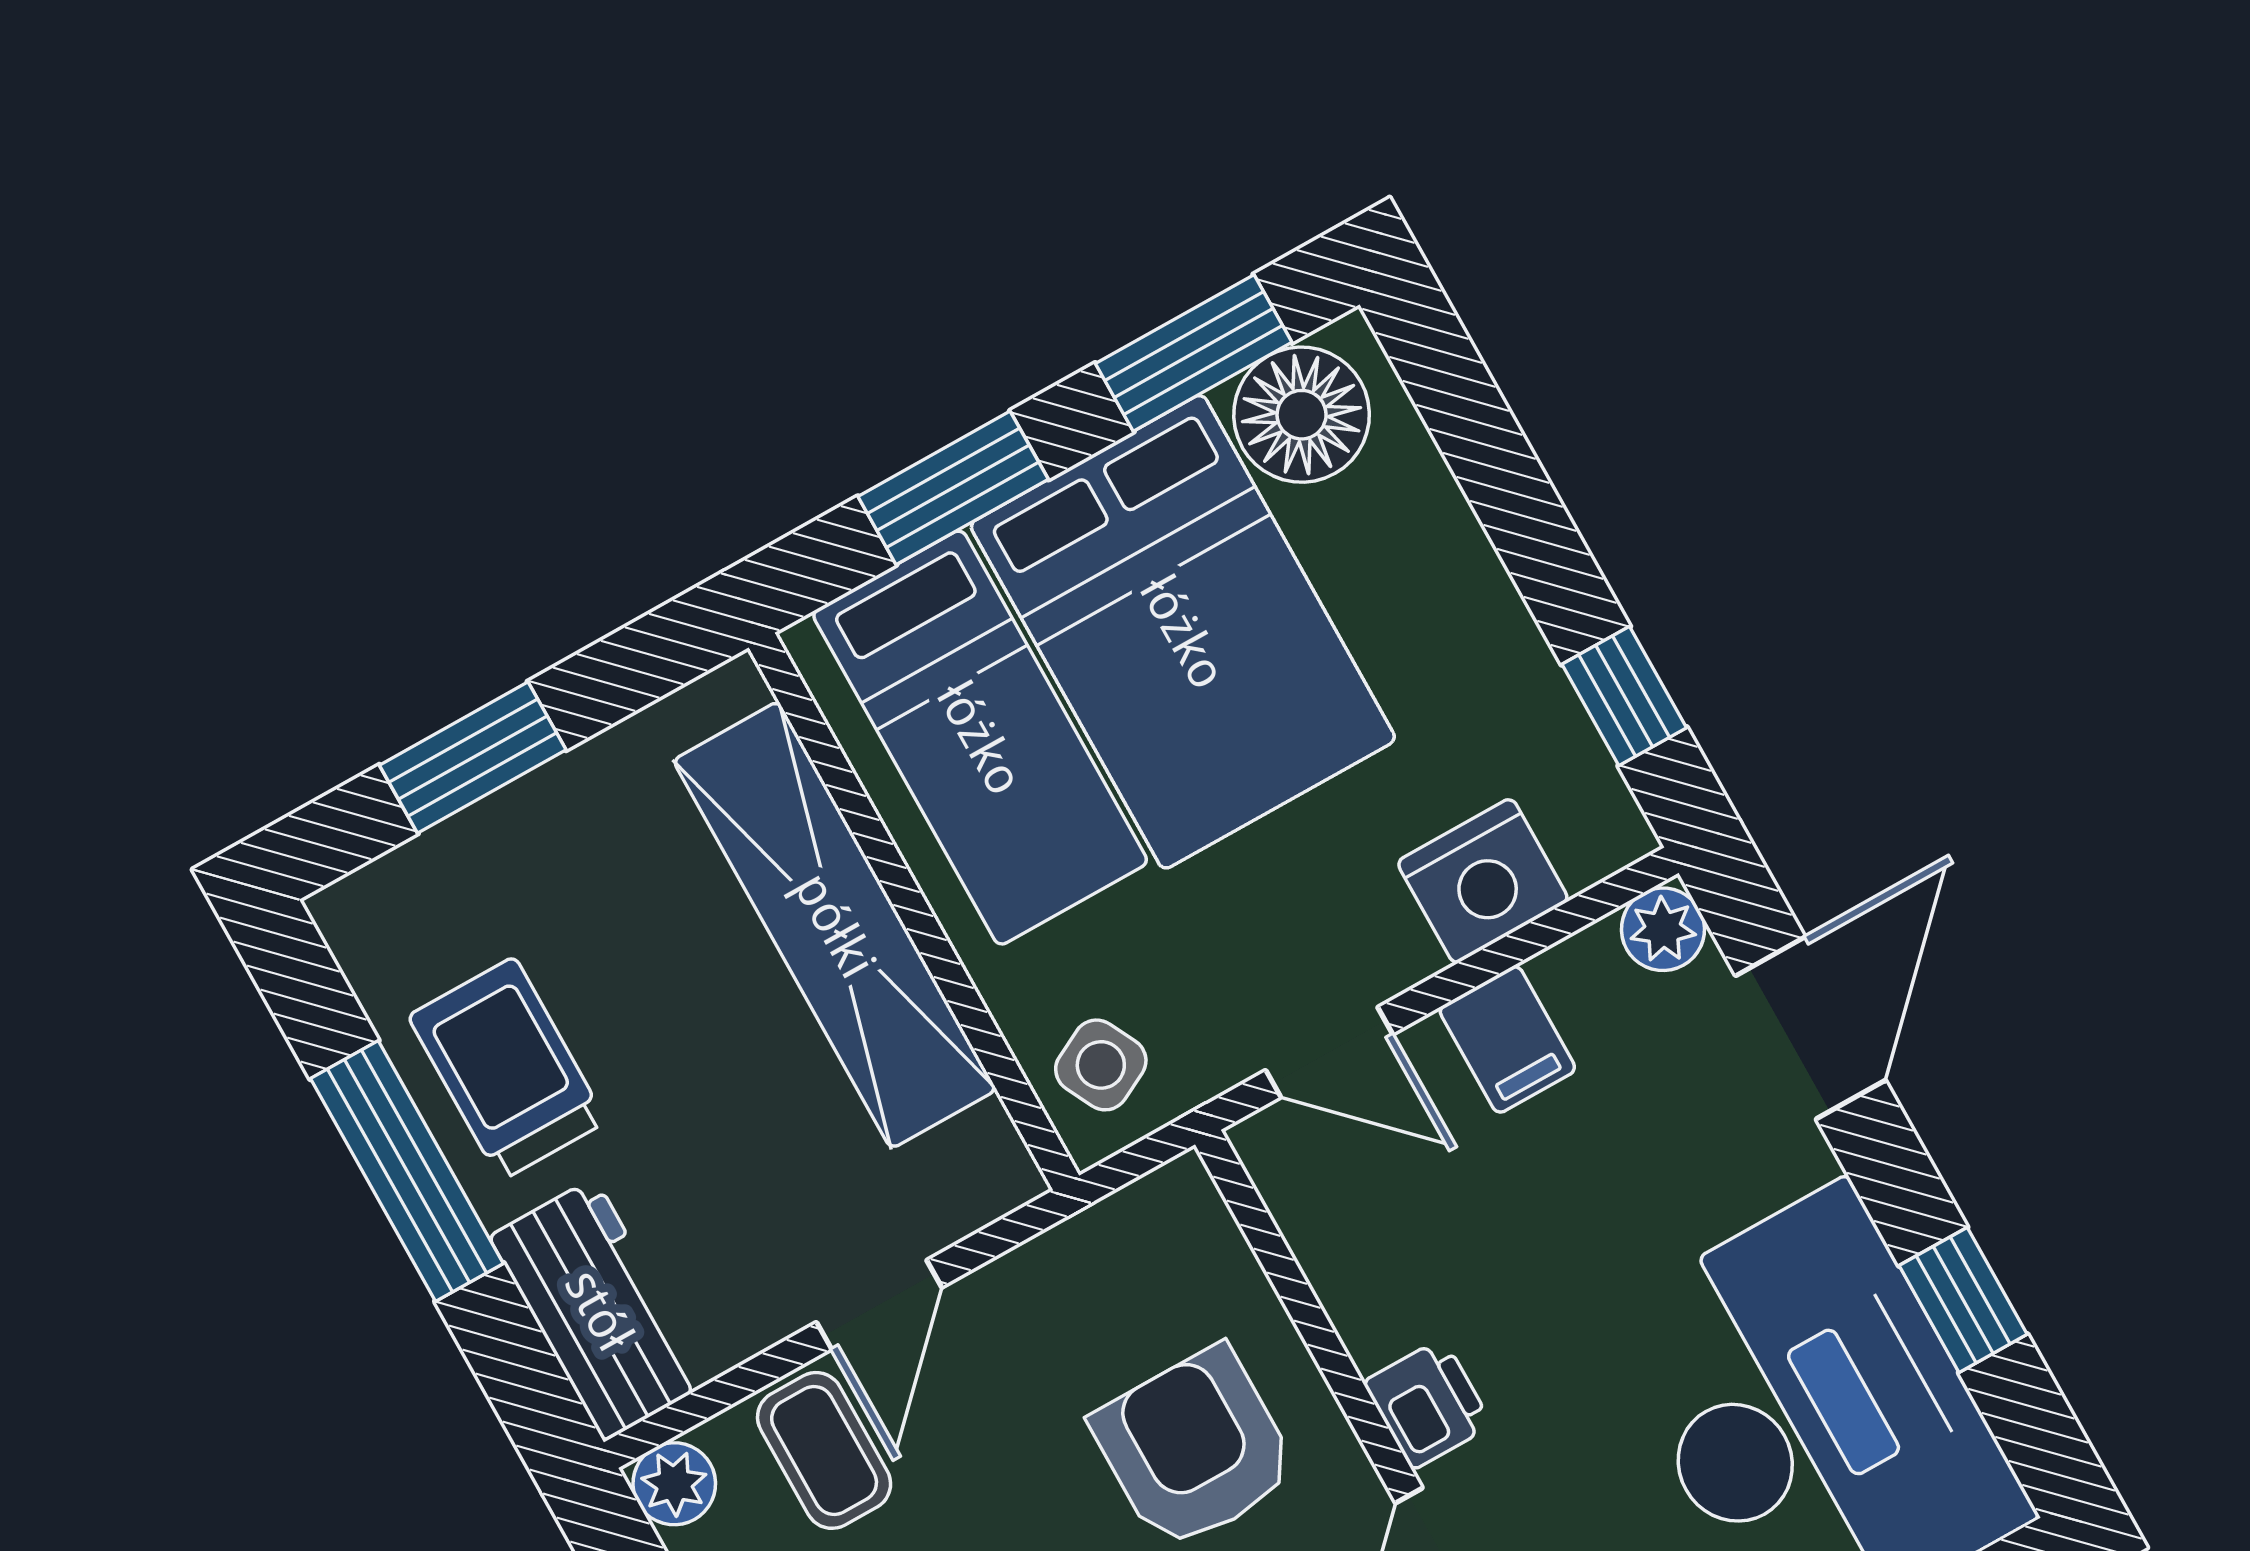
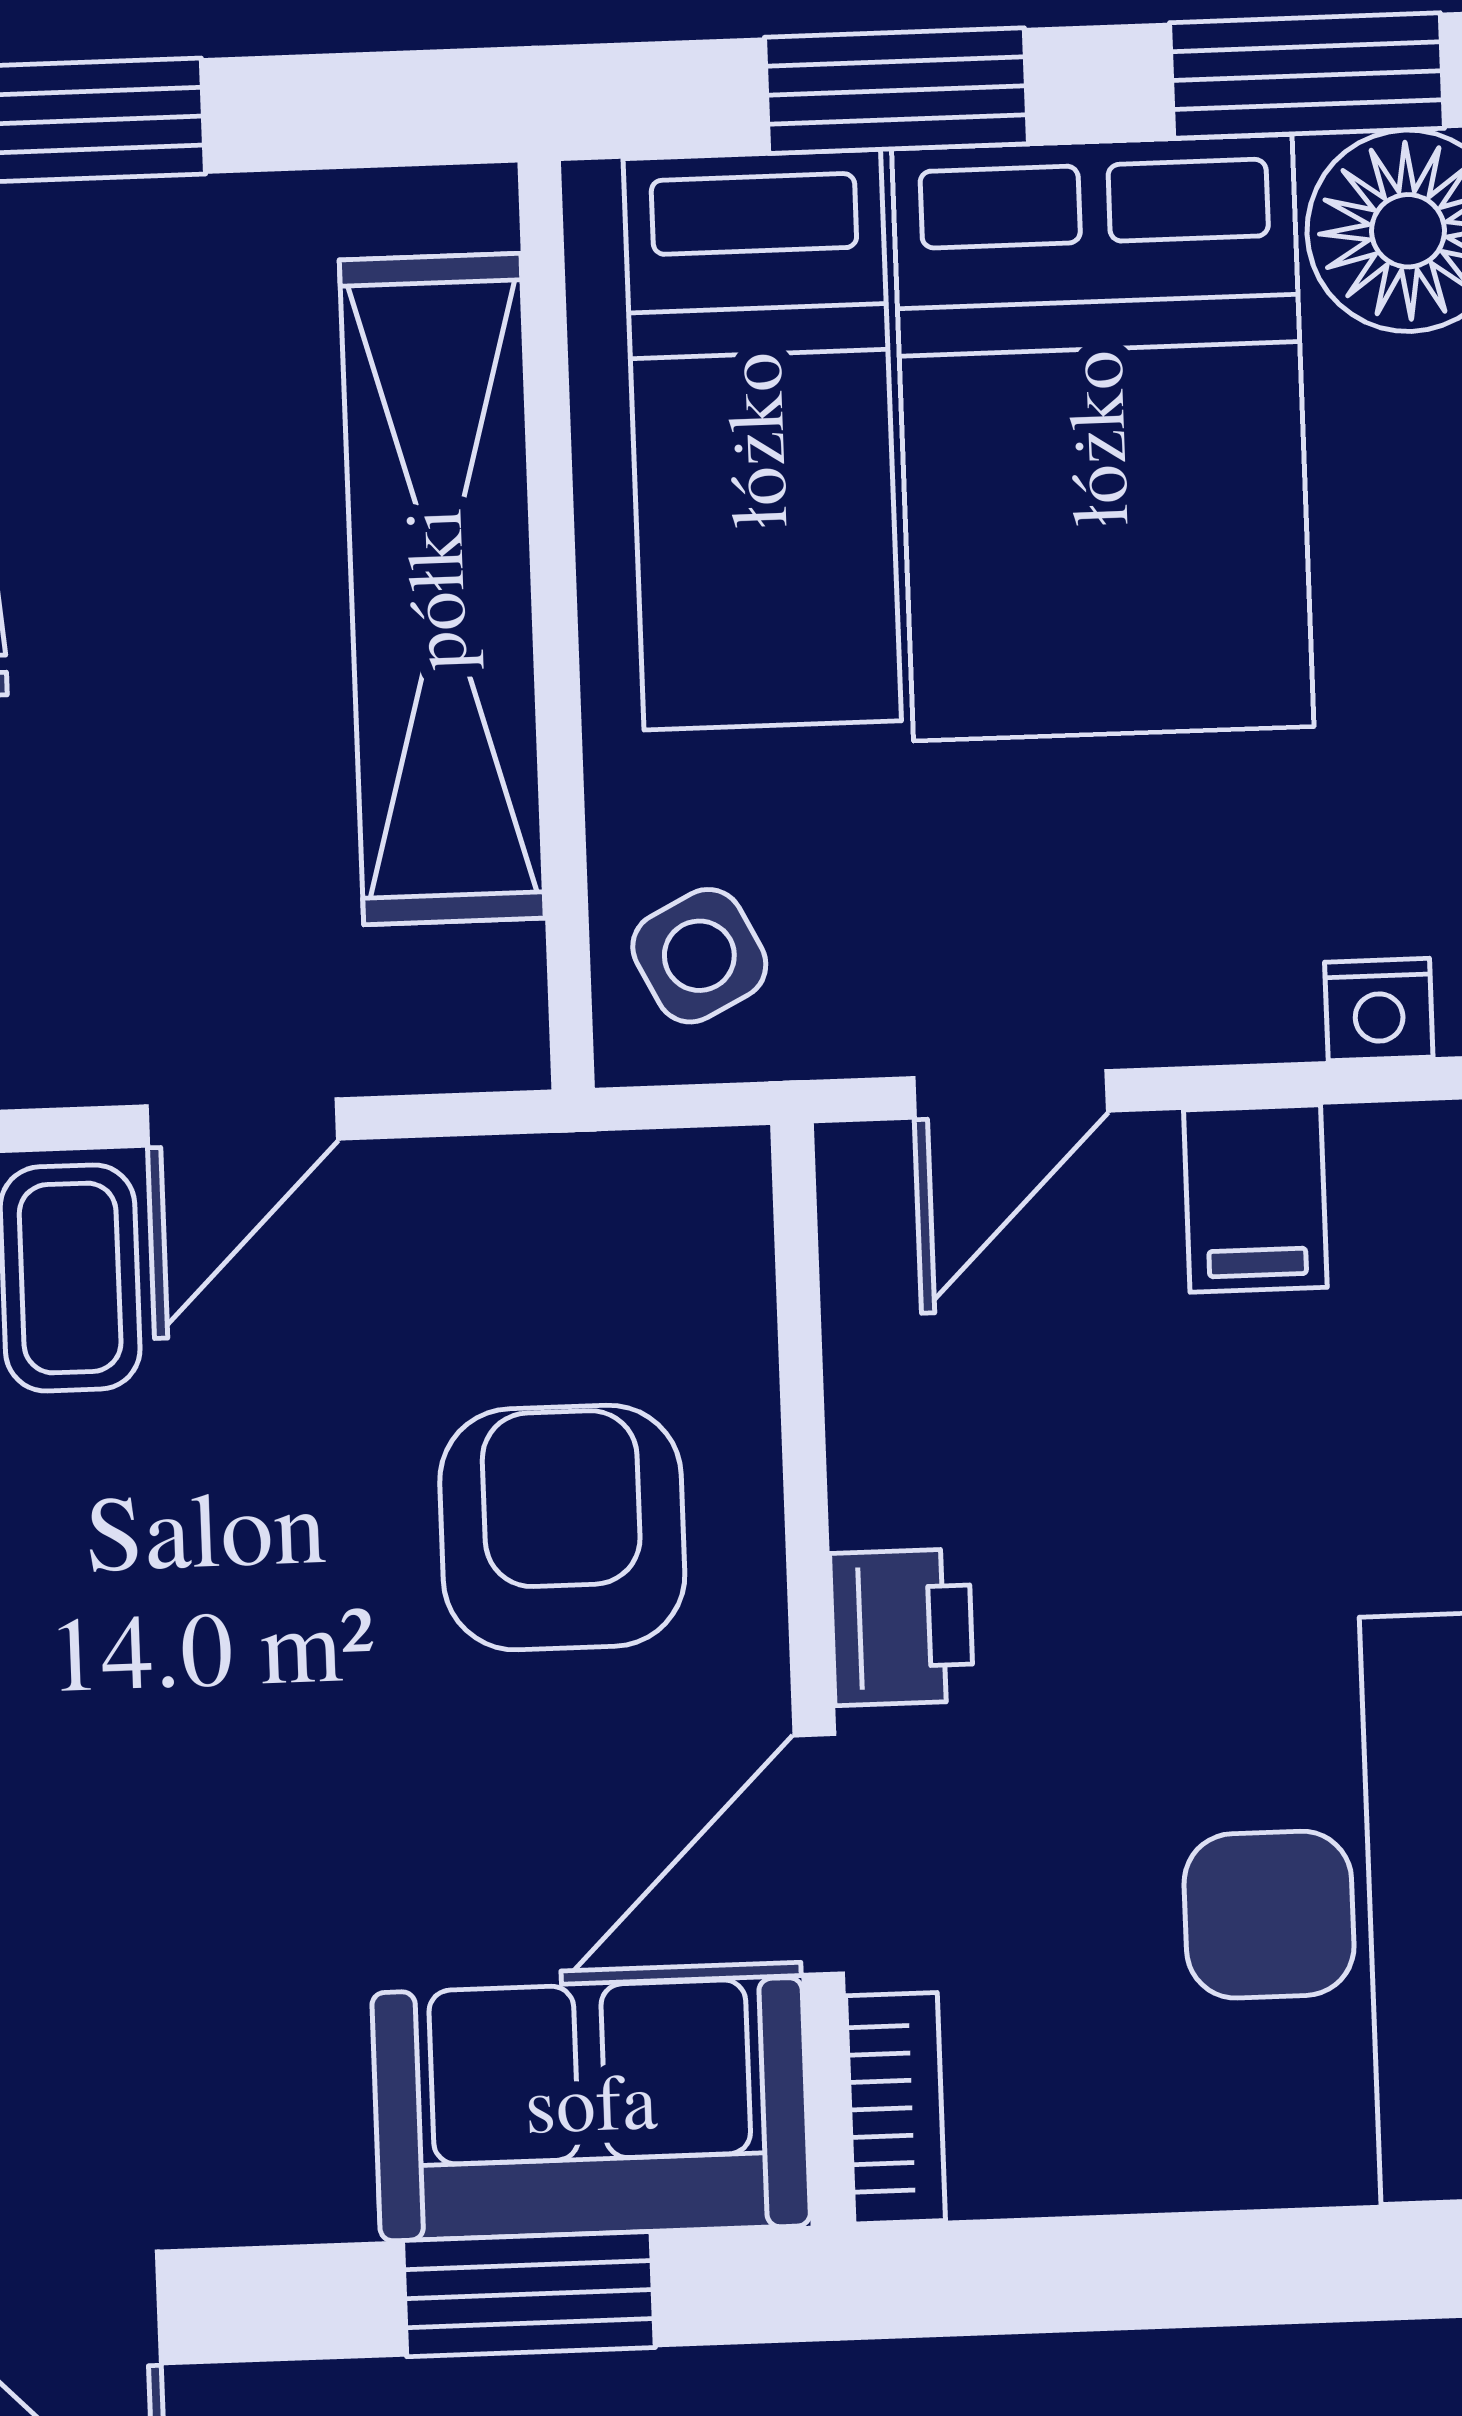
nightstand: (1483, 881) -> (1379, 1010), width x0.53, depth x0.56
door: (1329, 1052) -> (1011, 1094), hinge flipped

